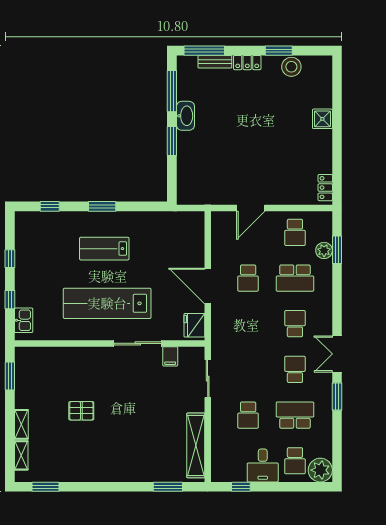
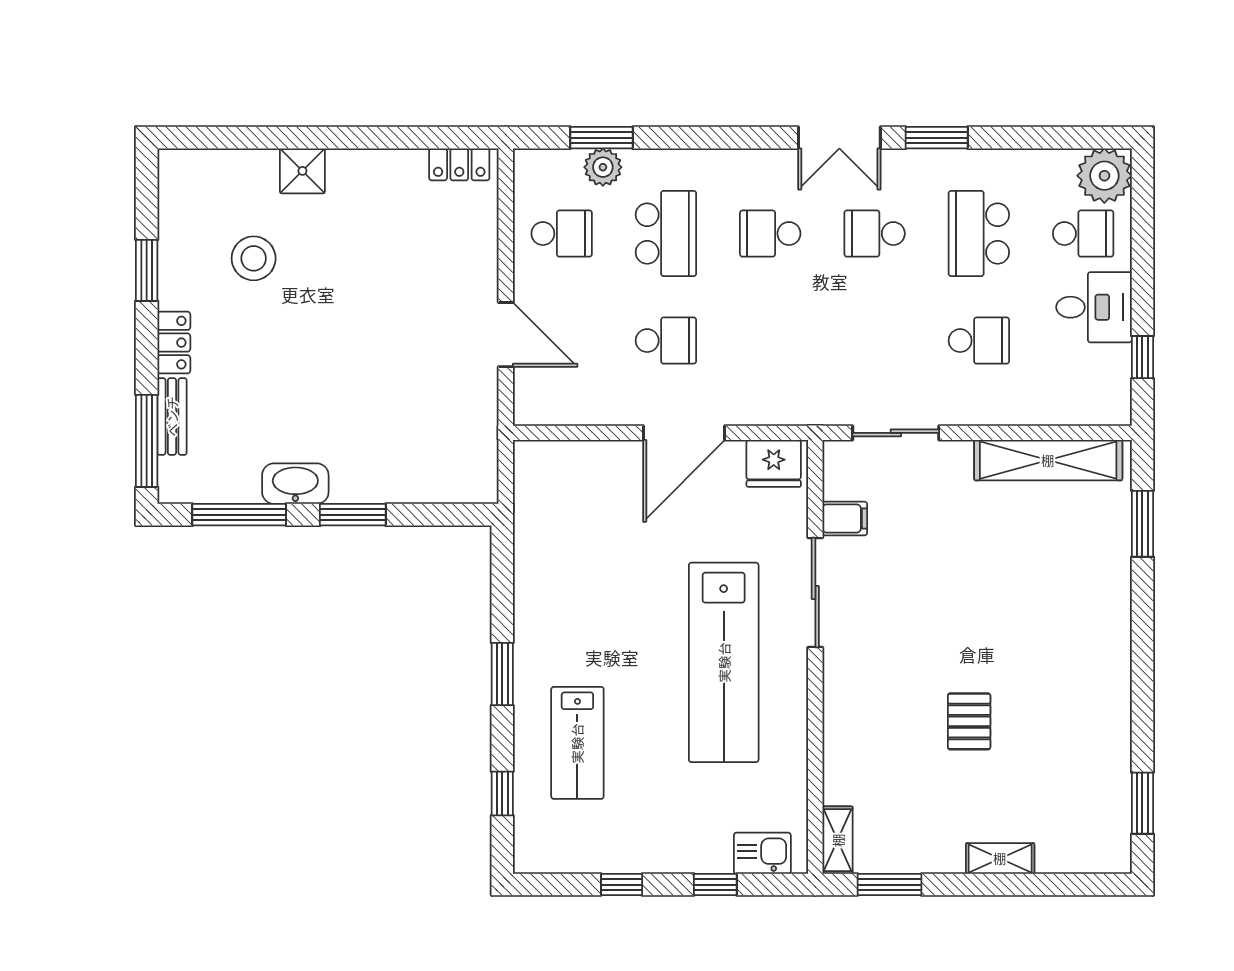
stool: (291, 67) -> (254, 258), moved
lab bench: (104, 249) -> (577, 743), moved
shelving: (21, 455) -> (838, 840), moved, turned 90

